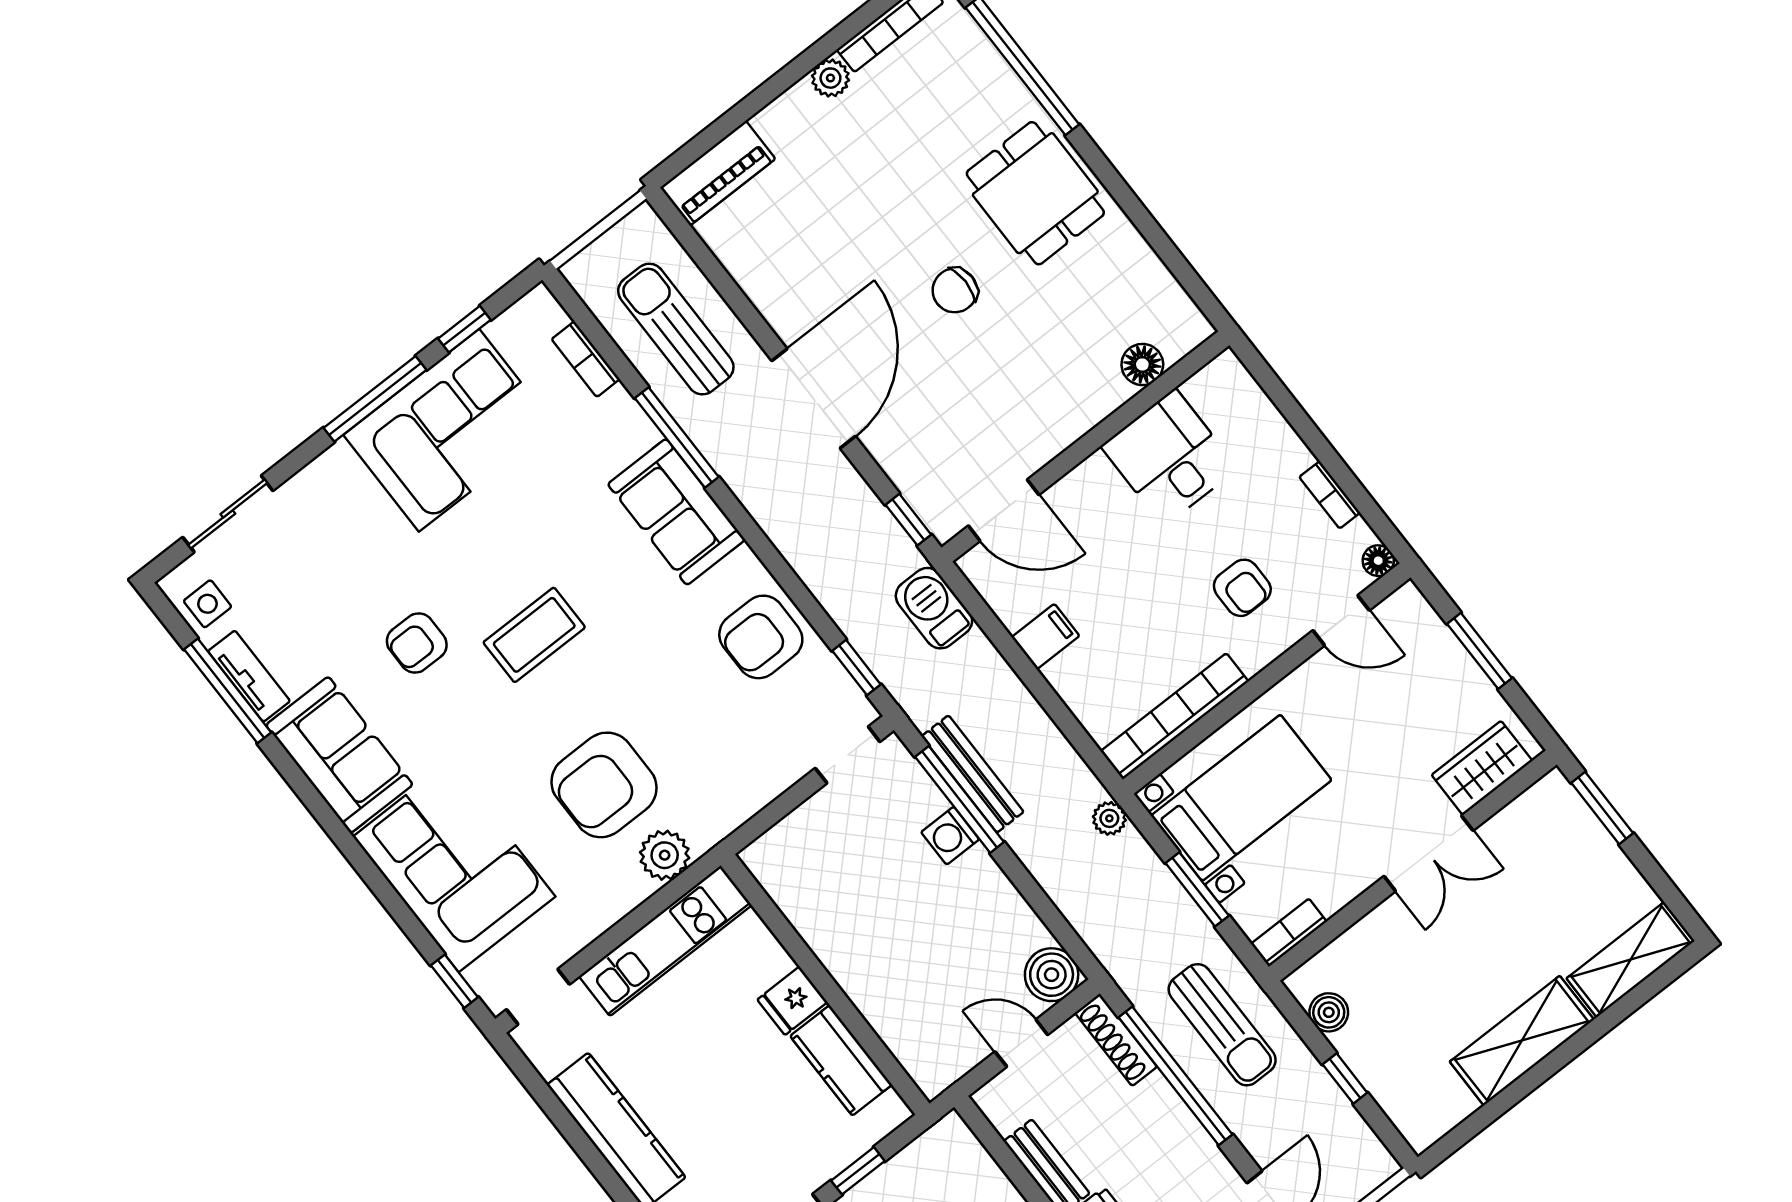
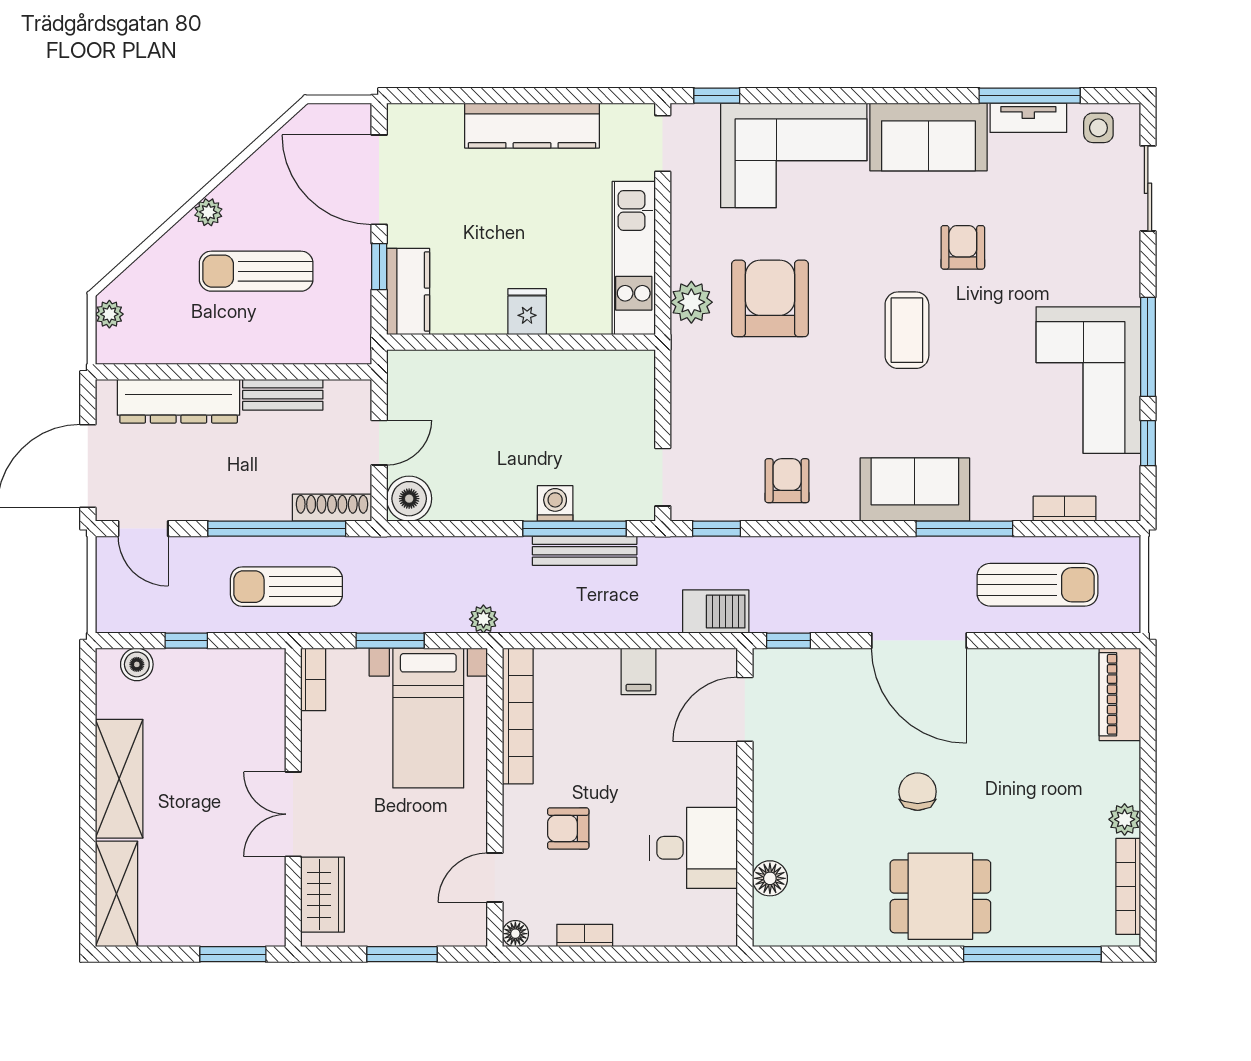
armchair: (761, 637) -> (787, 481), width x0.72, depth x0.72
boiler: (1329, 1012) -> (137, 664), moved
kitchen counter: (841, 1060) -> (408, 292), moved, turned 90

